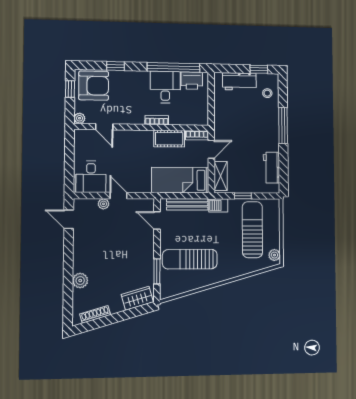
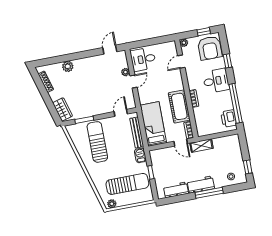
workbench: (239, 81) -> (201, 185), moved, turned 90
desk: (165, 87) -> (216, 81), moved
cot: (169, 139) -> (179, 106), width x1.37, depth x1.34
shelving: (221, 176) -> (201, 146), moved

